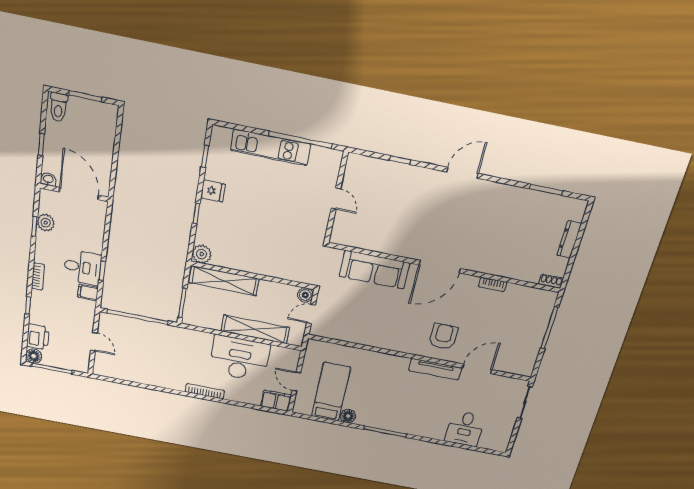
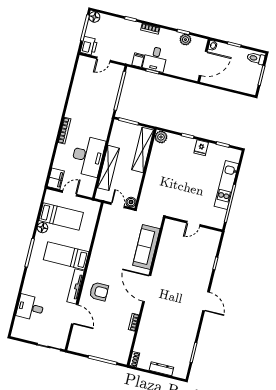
printer: (38, 337) -> (89, 46), moved, turned -90
bed: (389, 383) -> (66, 256), added

